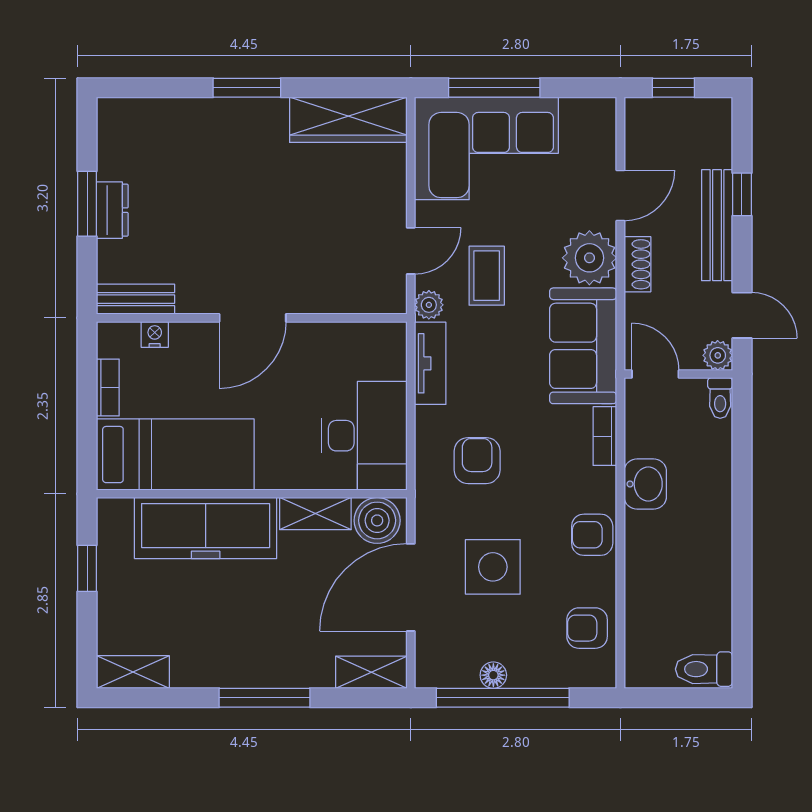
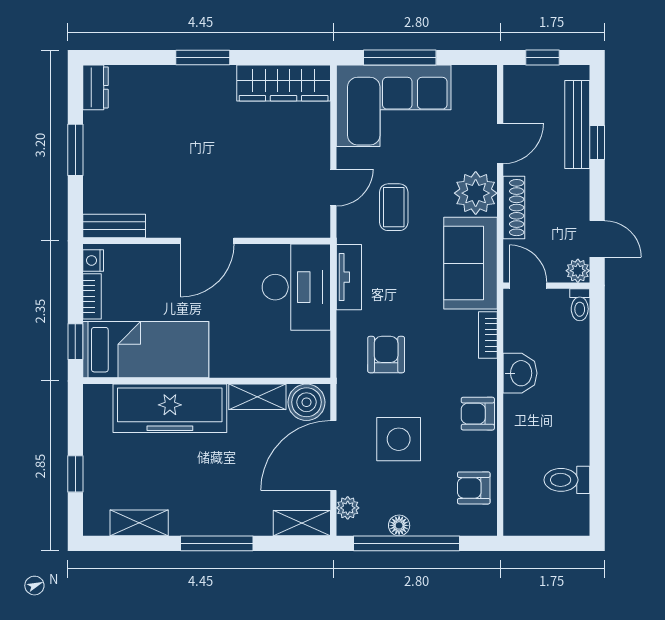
dresser: (112, 210) -> (96, 87), moved
bench: (717, 225) -> (577, 125), moved
shoe rack: (637, 264) -> (514, 208), width x1.43
plant: (429, 305) -> (348, 508), moved
nightstand: (155, 334) -> (93, 260), moved, turned -90
desk: (364, 436) -> (296, 287), moved
window: (87, 444) -> (75, 342), added
window: (87, 568) -> (75, 474), moved
toilet: (704, 669) -> (567, 480), moved
shelving: (133, 672) -> (139, 523), moved

